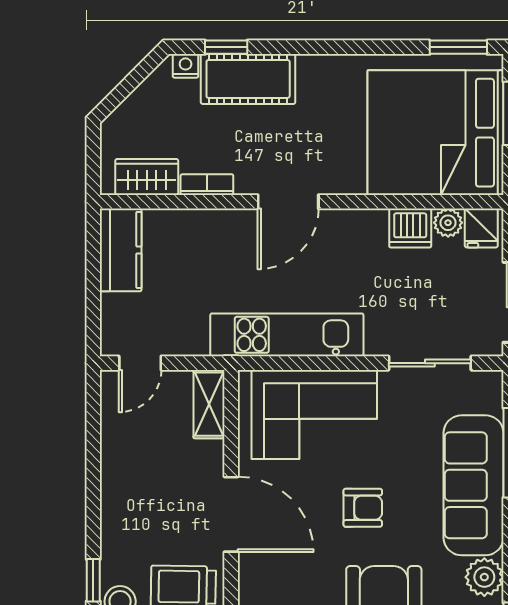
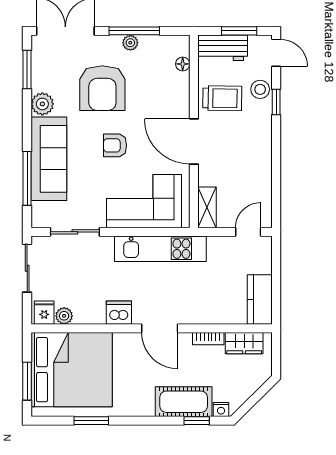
window: (458, 47) -> (91, 421), moved
door: (288, 202) -> (160, 328), swing flipped
dishwasher: (410, 228) -> (119, 313), moved

